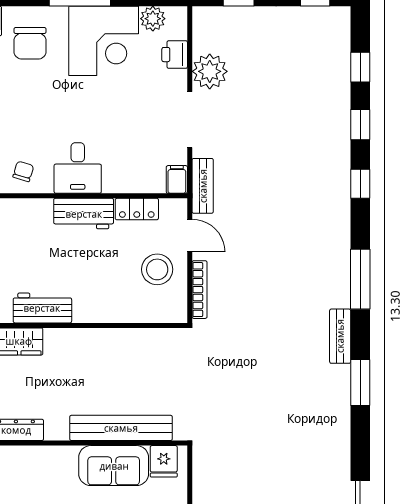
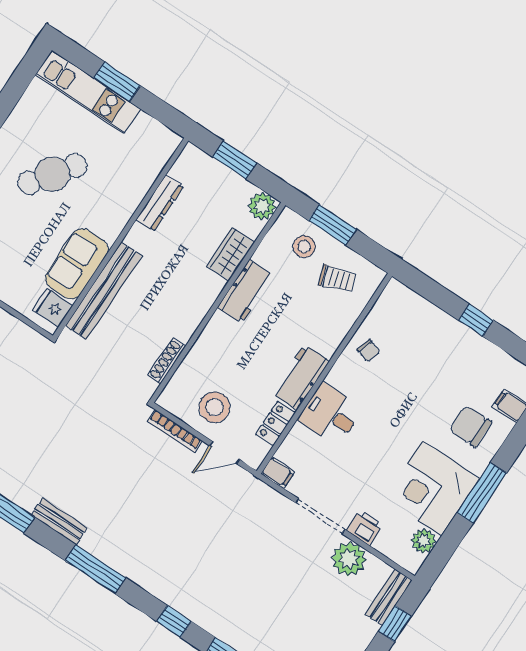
printer: (175, 55) -> (365, 528), moved
desk: (78, 168) -> (330, 414), moved
bench: (203, 186) -> (389, 597), moved, turned 90
shoe rack: (145, 336) -> (167, 361), added

